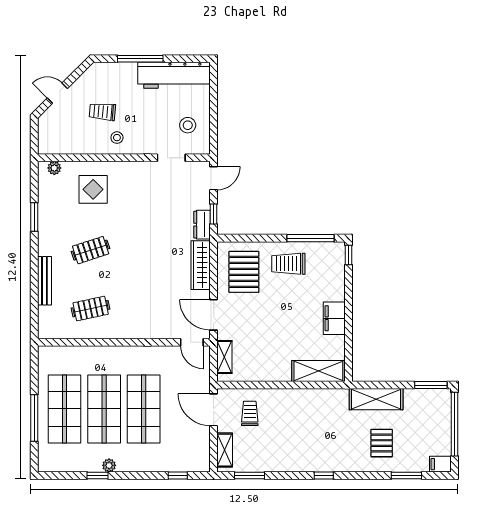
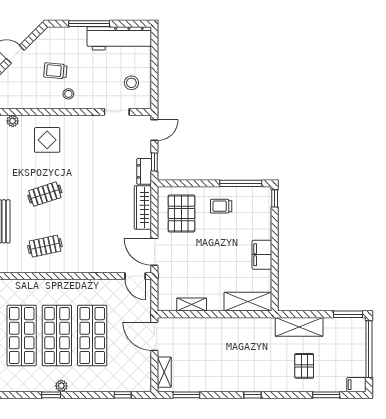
trolley: (288, 264) -> (221, 206), width x0.73, depth x0.72
shelving: (224, 357) -> (192, 305), moved, turned 90
trolley: (250, 413) -> (187, 339), removed

